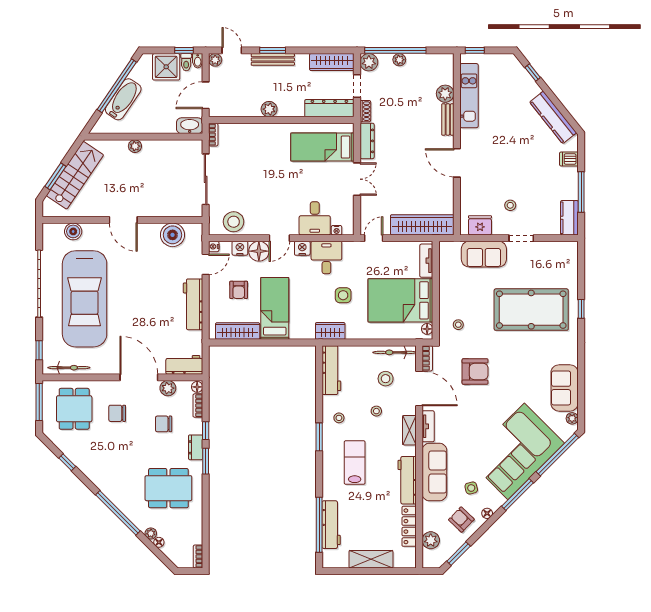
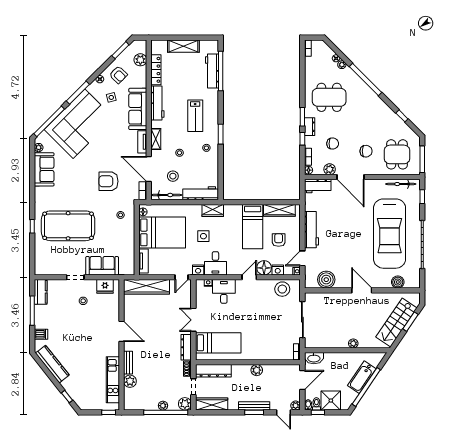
nightstand: (302, 248) -> (198, 270), moved
car: (85, 299) -> (390, 234), turned 180
workbench: (331, 370) -> (201, 193), moved, turned 90

